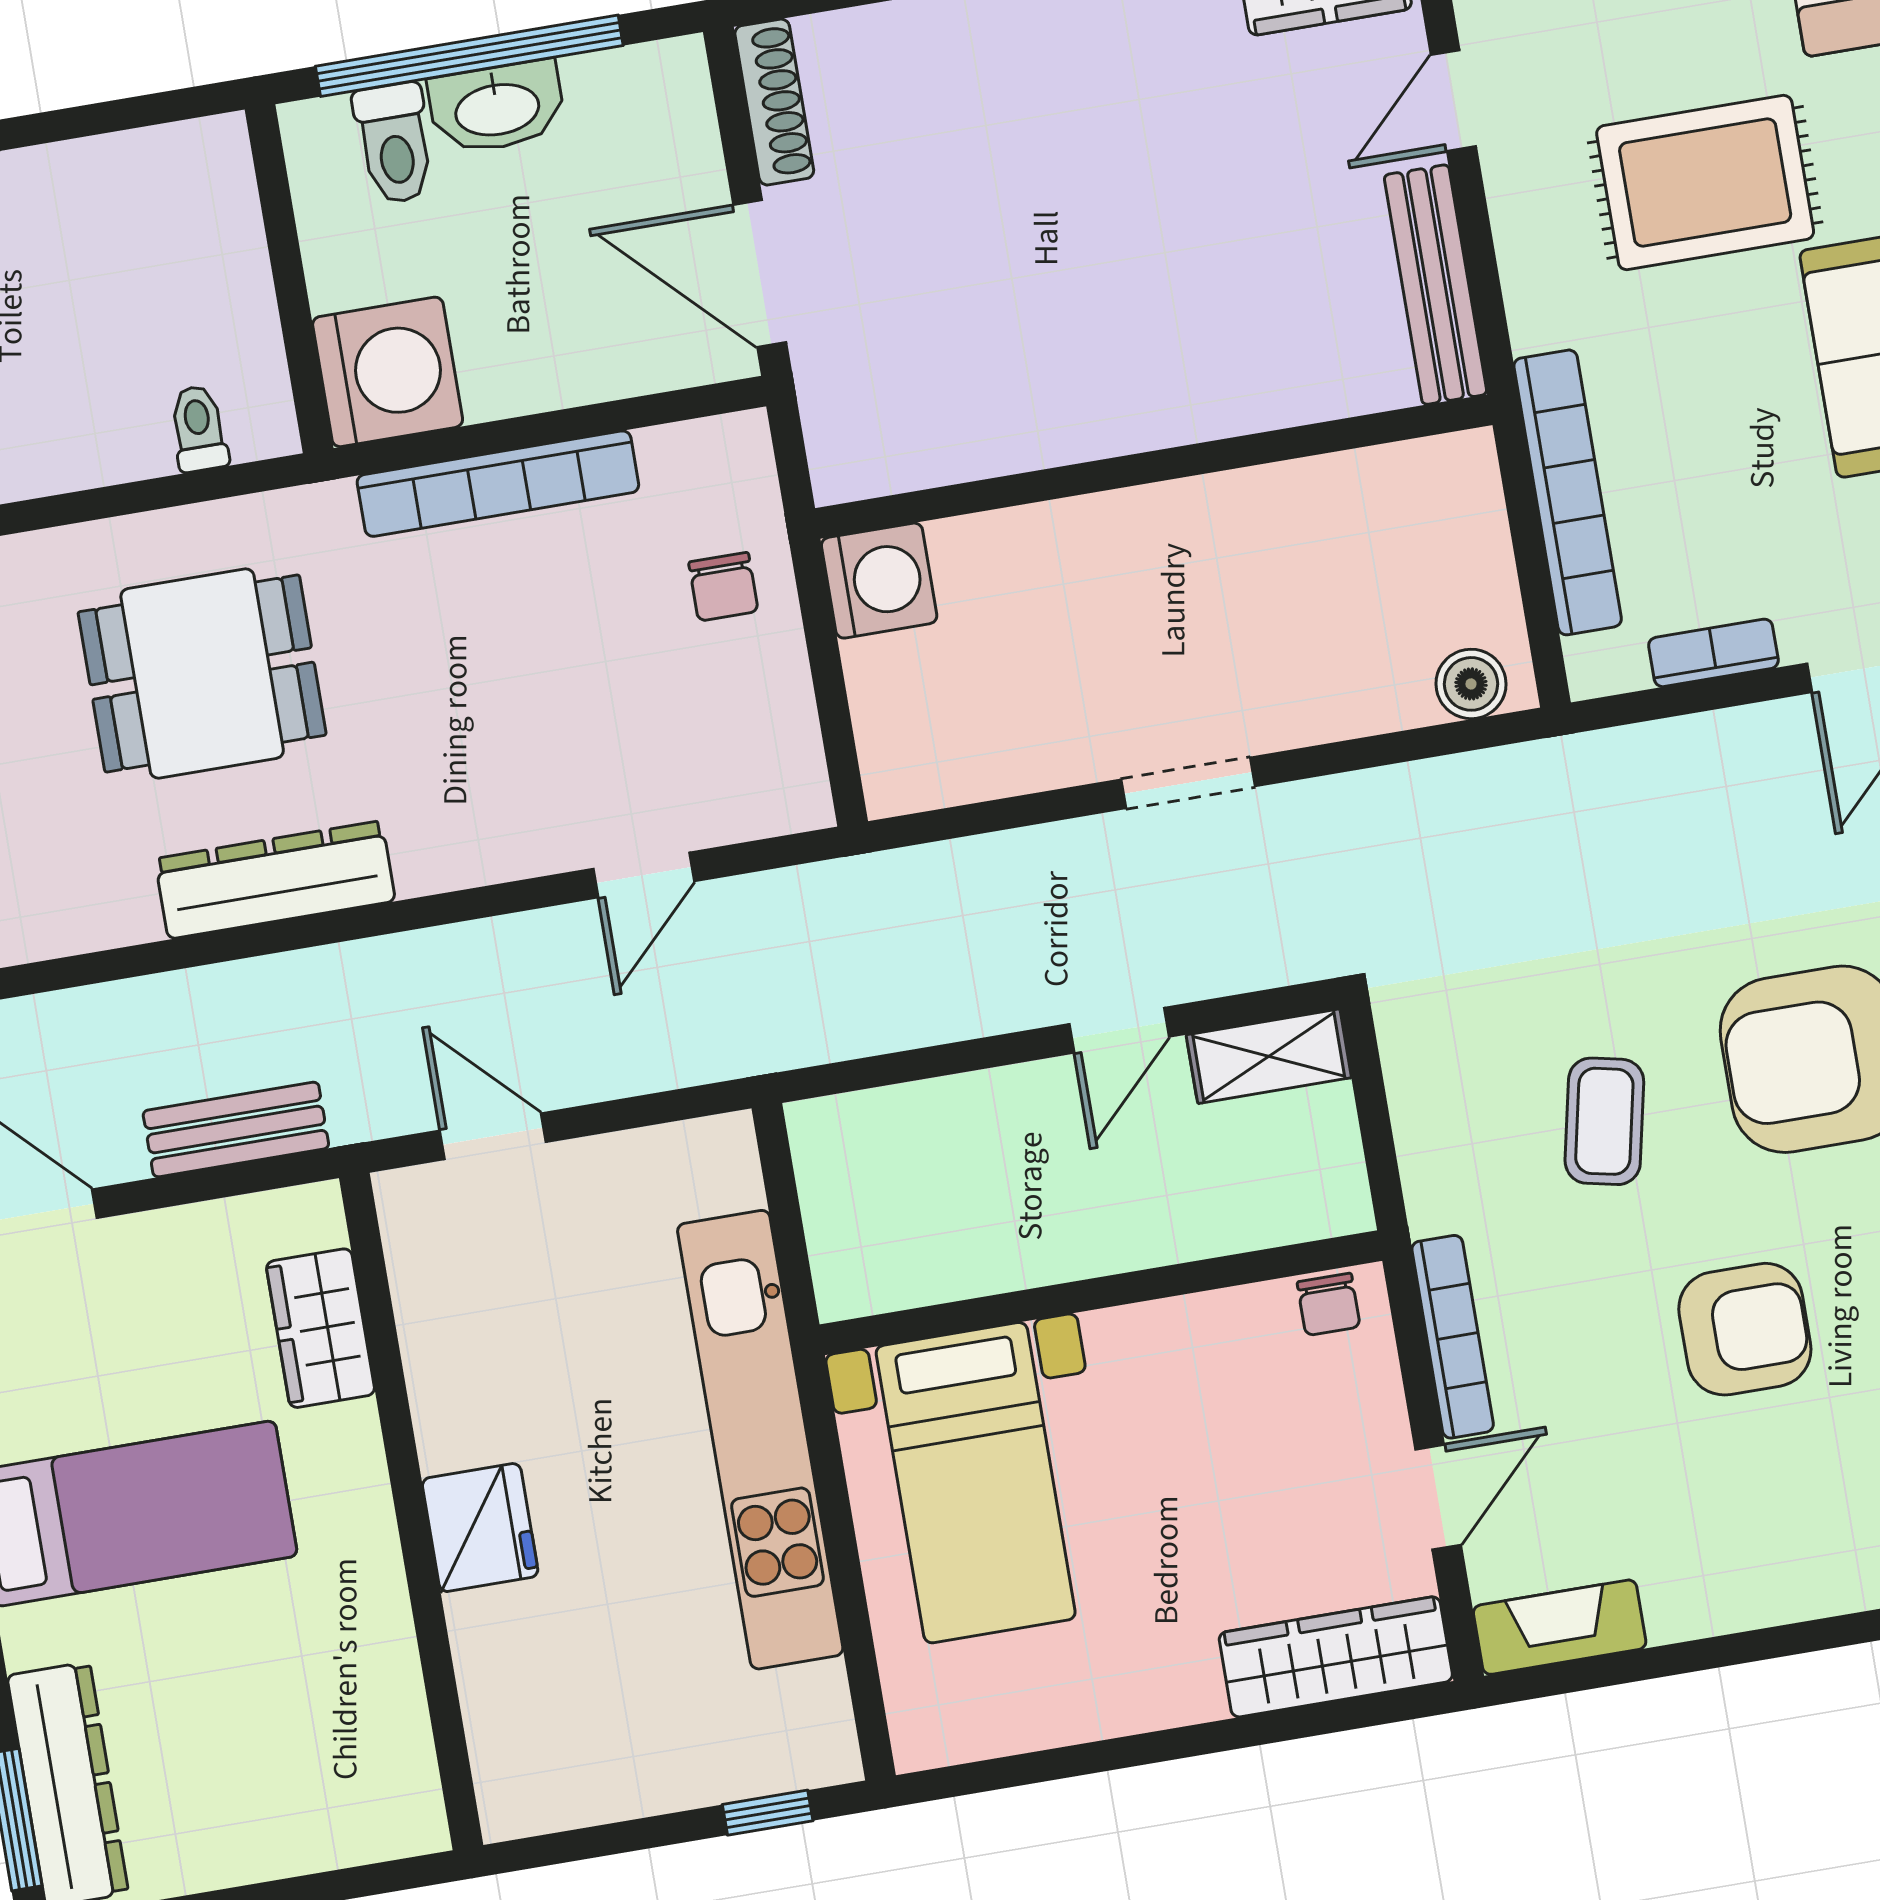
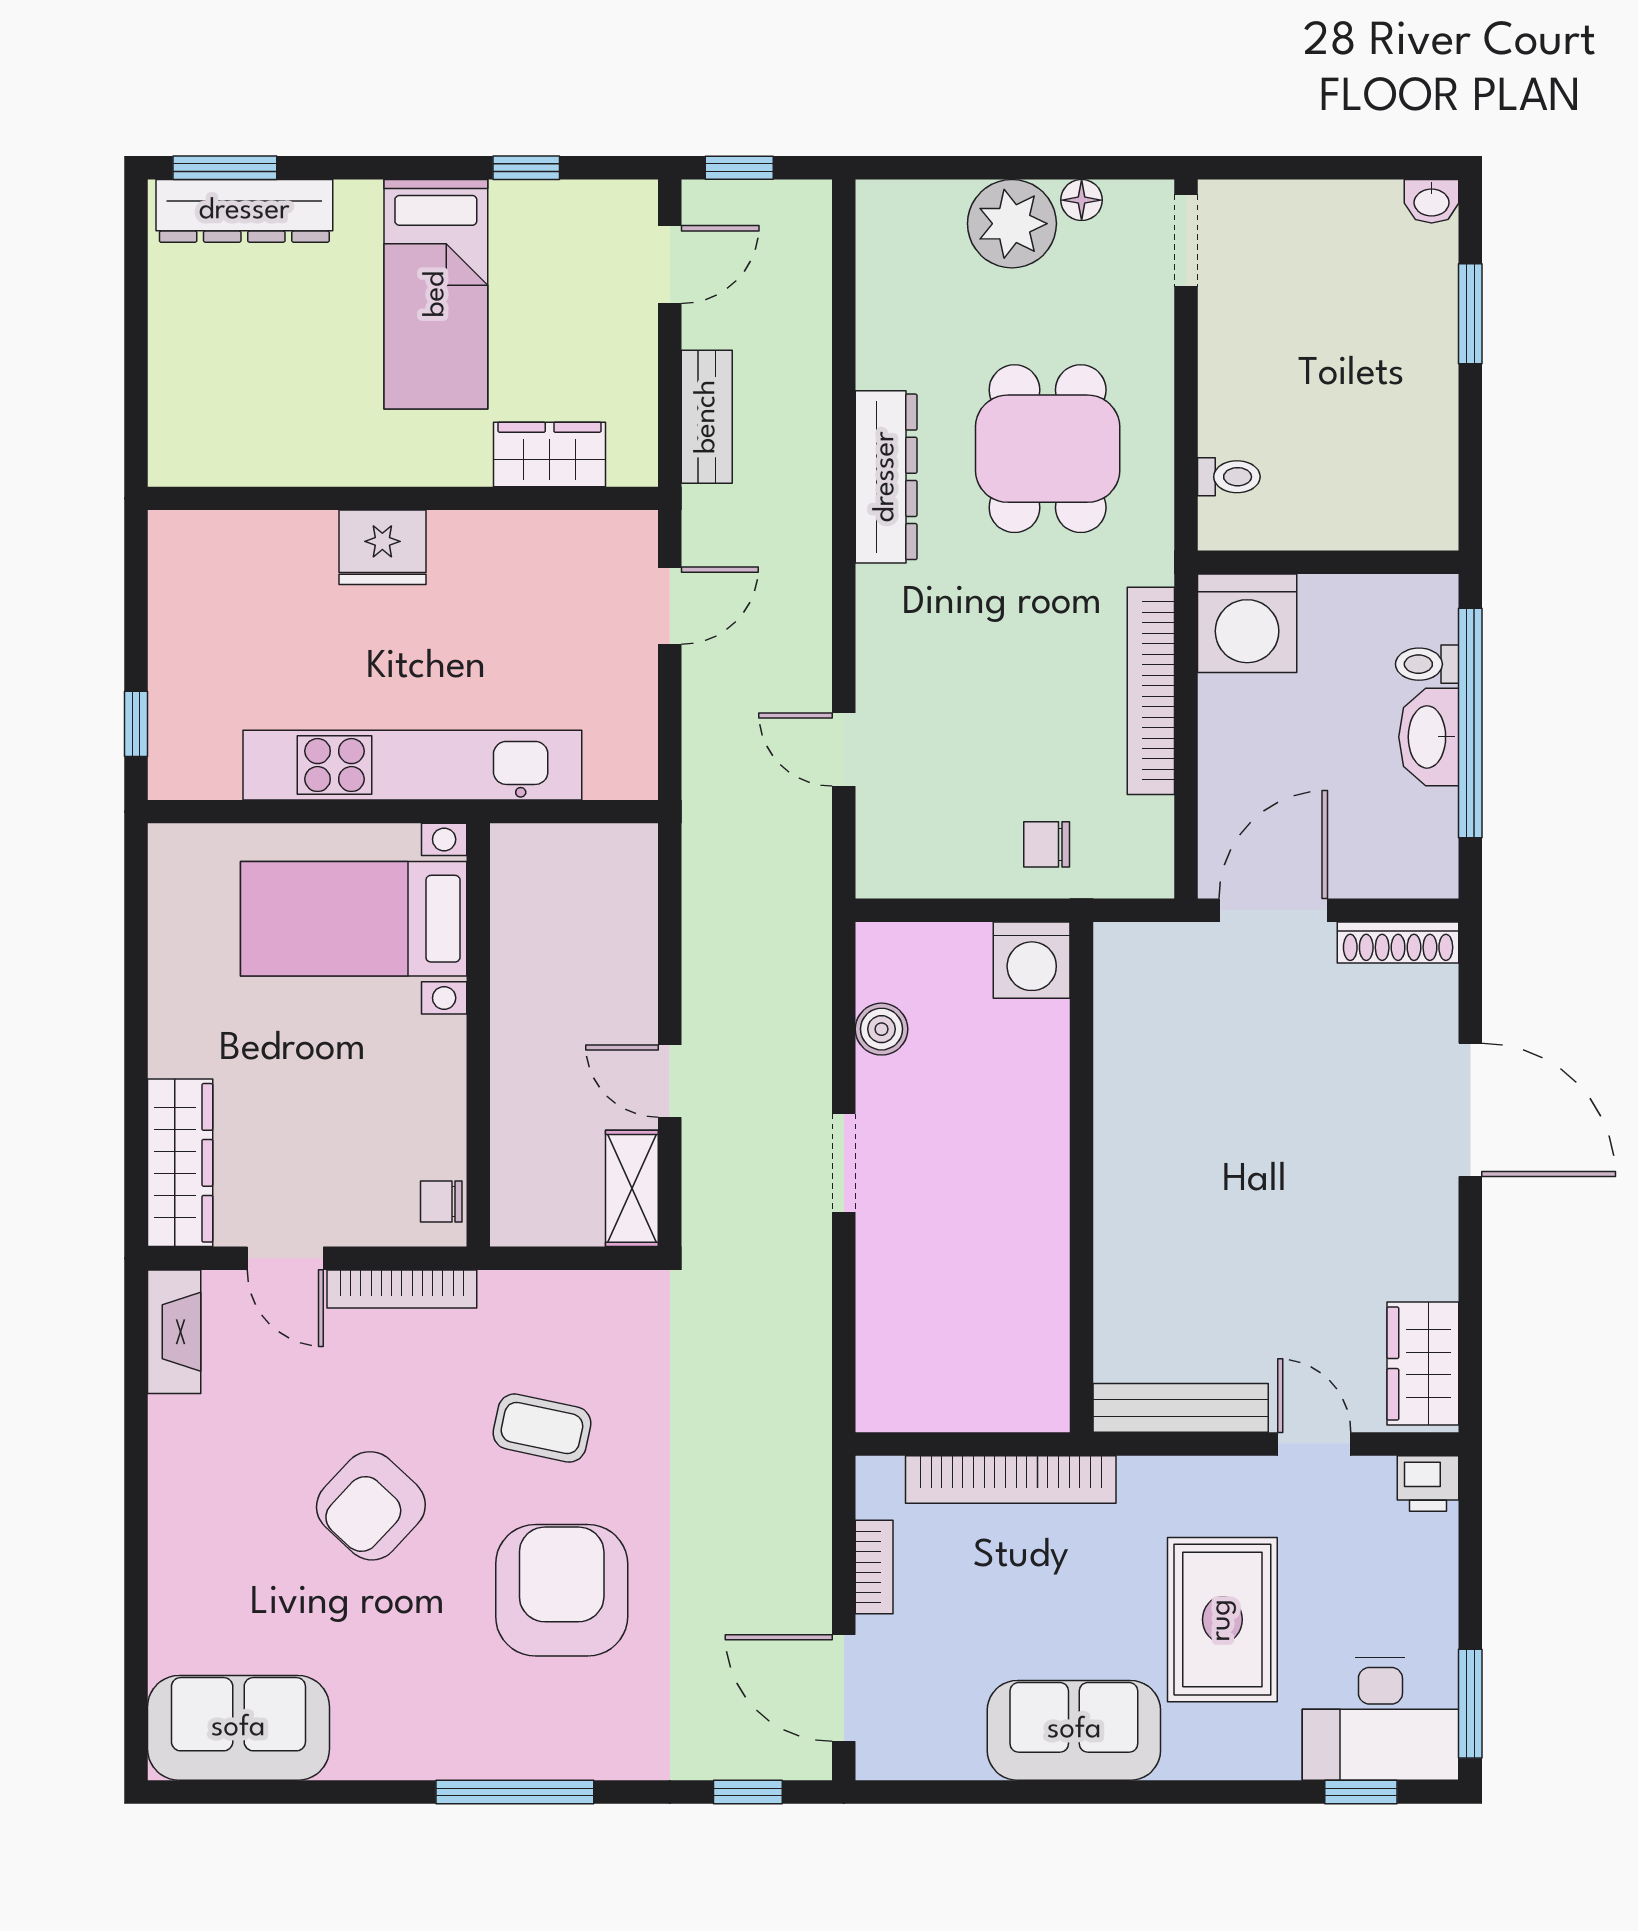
toilet: (395, 143) -> (1427, 664), width x0.73, depth x0.72
boiler: (1471, 684) -> (881, 1029), moved
armchair: (1745, 1329) -> (371, 1506), turned 43

